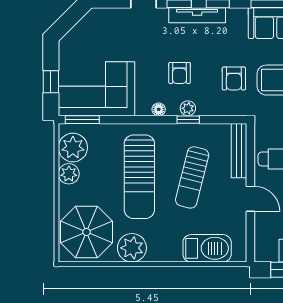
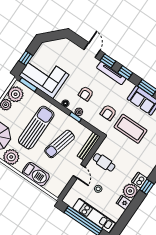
sun lounger: (139, 177) -> (36, 128), turned 180
barbecue: (207, 248) -> (36, 174), moved

